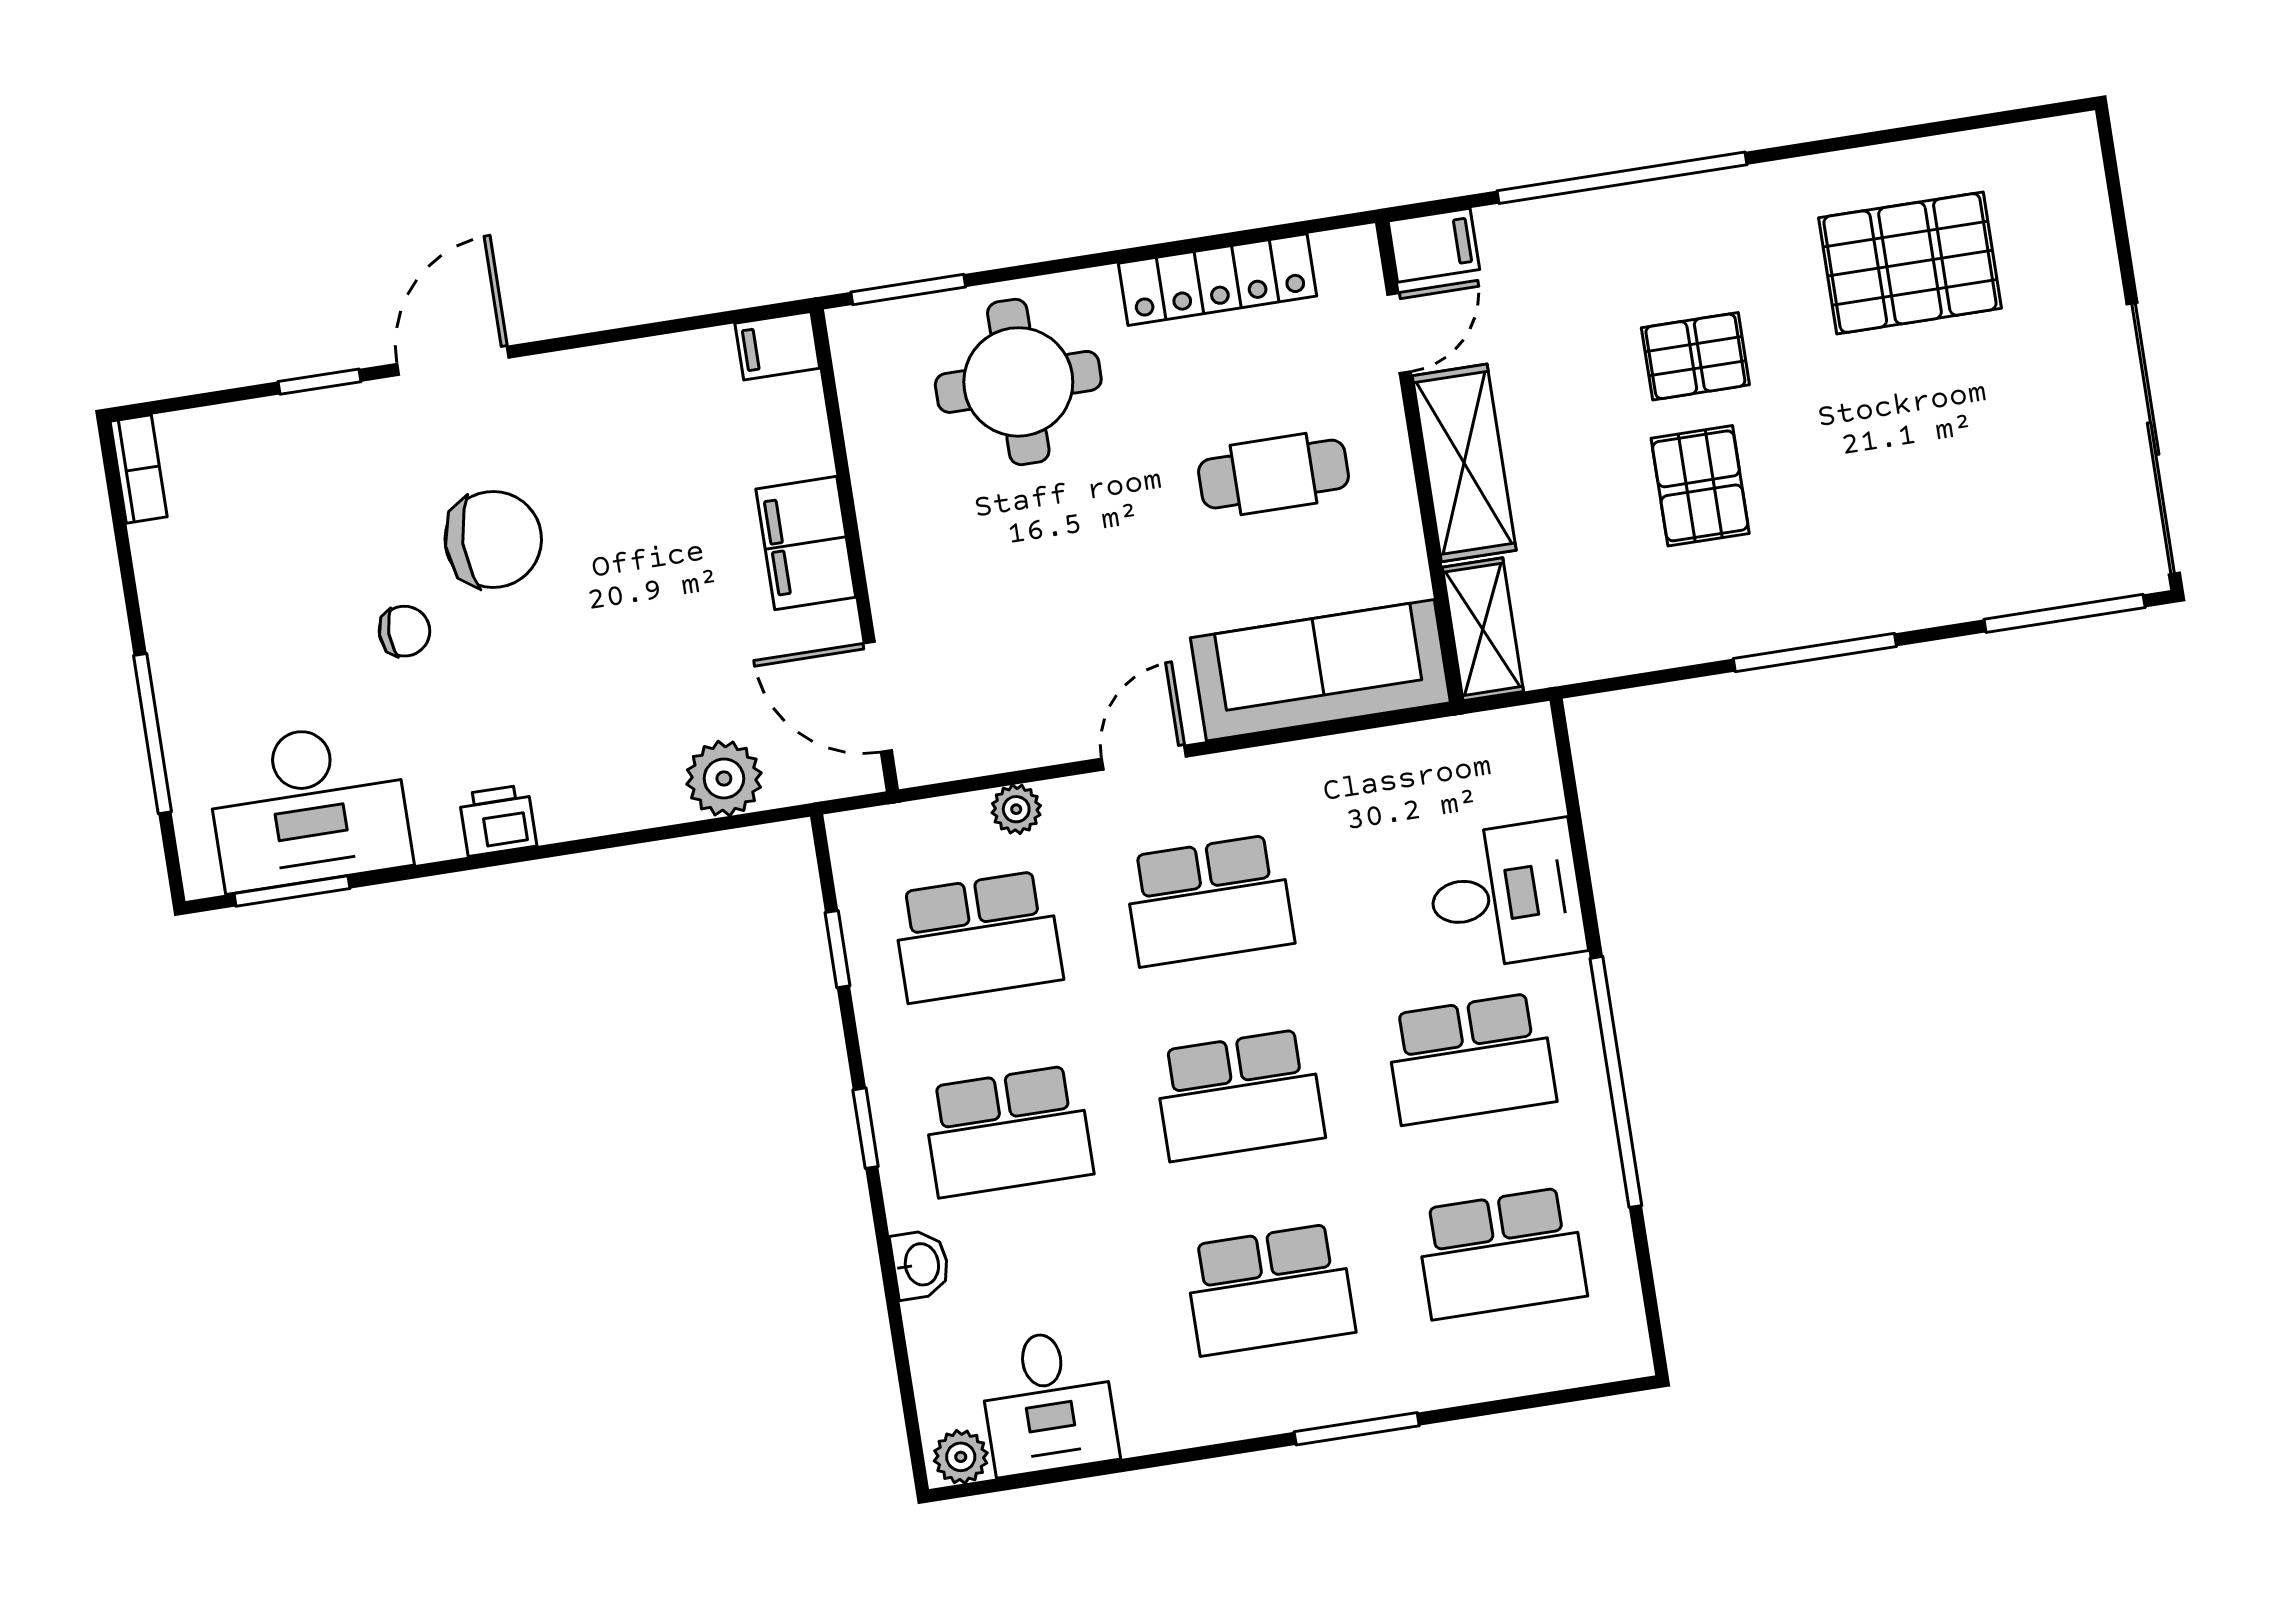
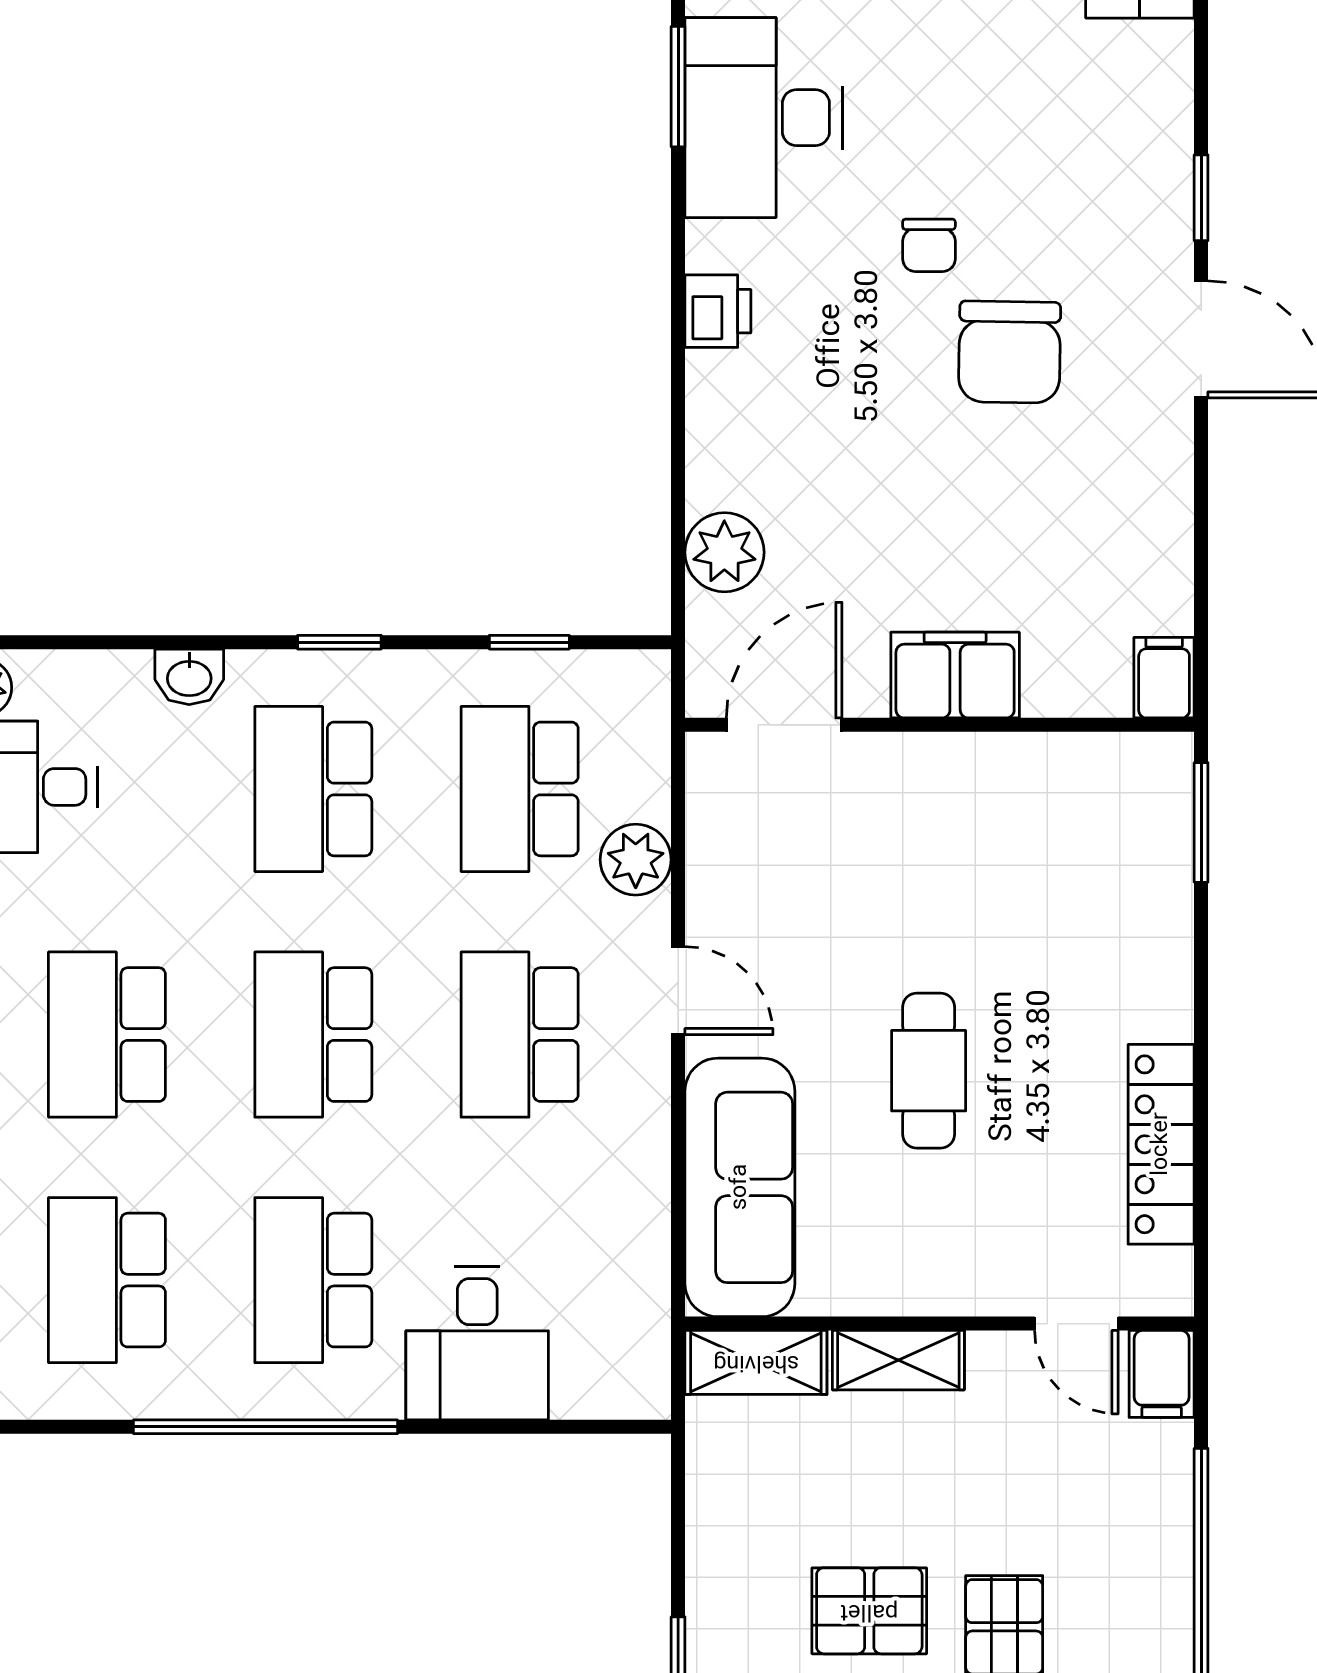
round table: (1018, 382) -> (1087, 921), removed
shelving: (1464, 463) -> (898, 1360), width x0.67, depth x0.75
cafe table: (1274, 474) -> (929, 1071), moved
plant: (1016, 809) -> (636, 860), width x1.38, depth x1.38

